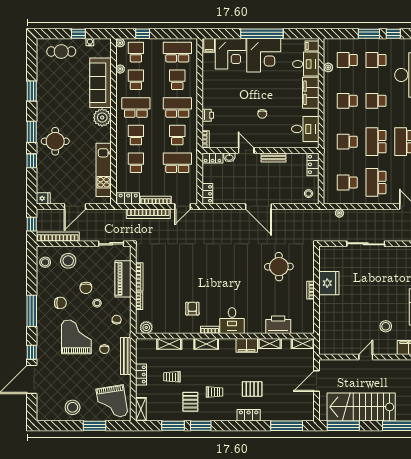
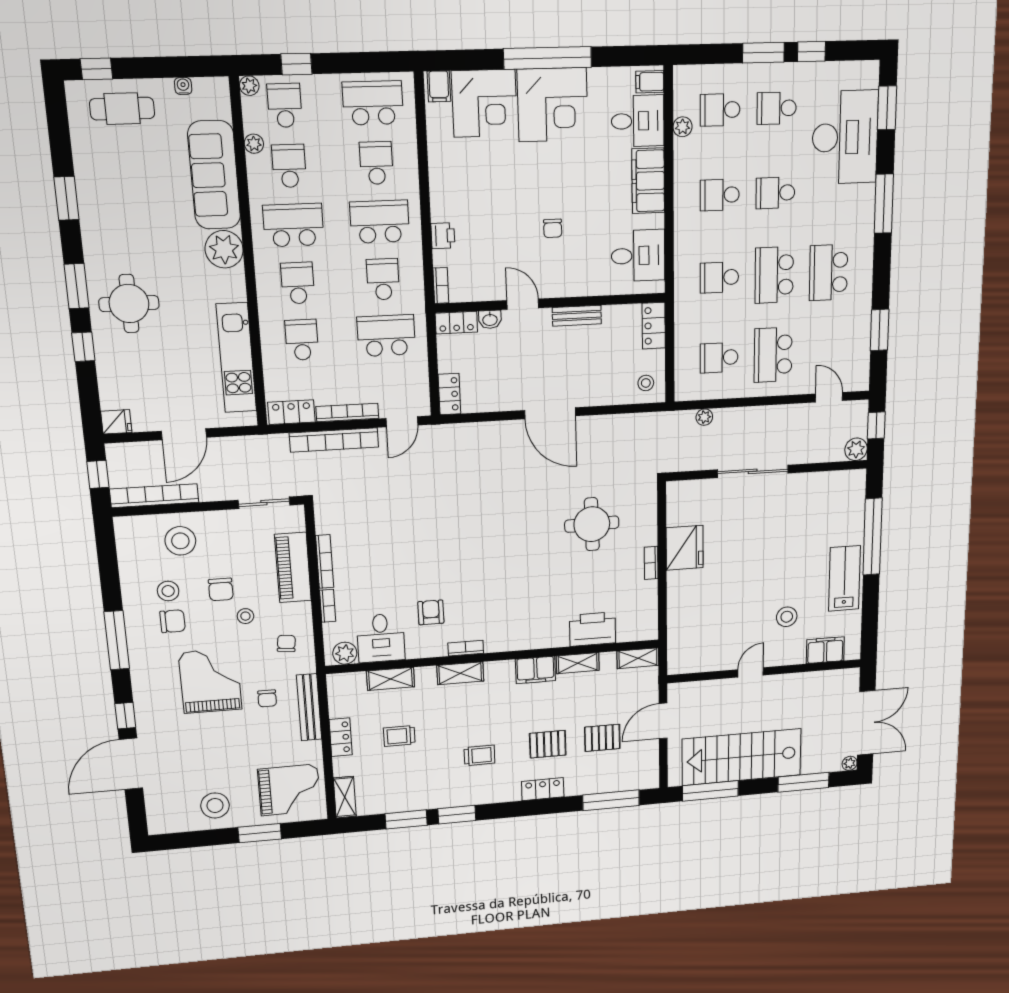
window: (78, 34) -> (96, 69), moved
stool: (45, 262) -> (168, 591), moved
desk: (232, 321) -> (381, 638), moved
grand piano: (112, 402) -> (289, 790), turned -81
pallet: (190, 402) -> (602, 738), moved, turned 90

